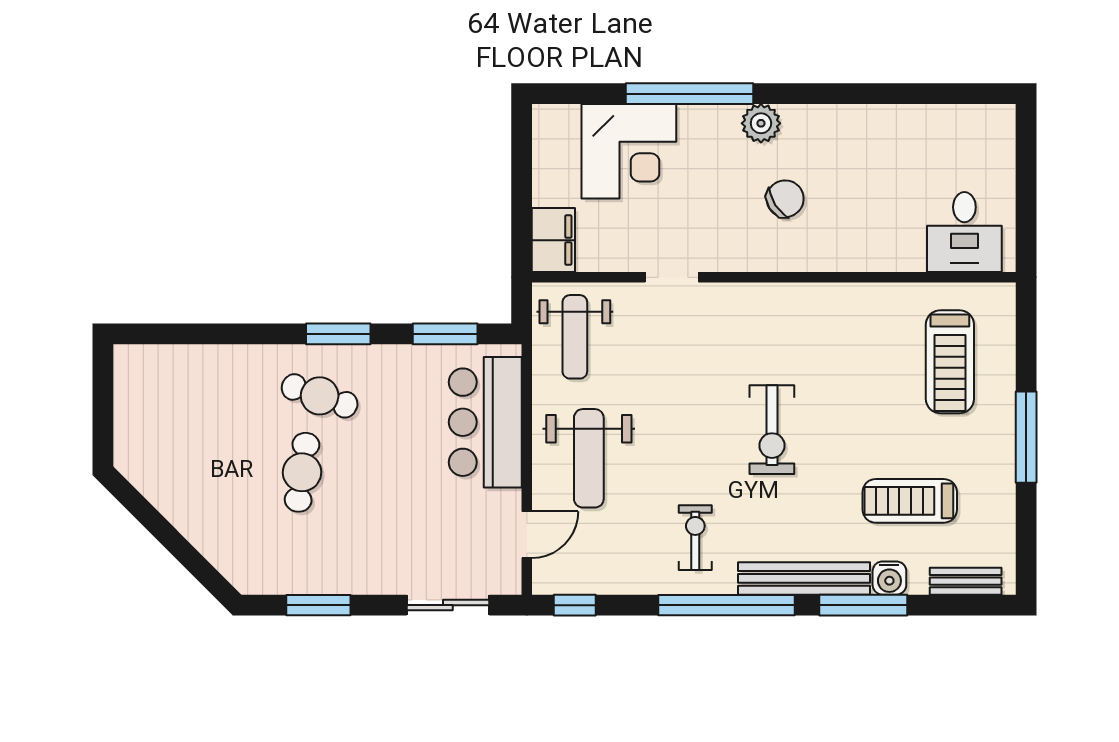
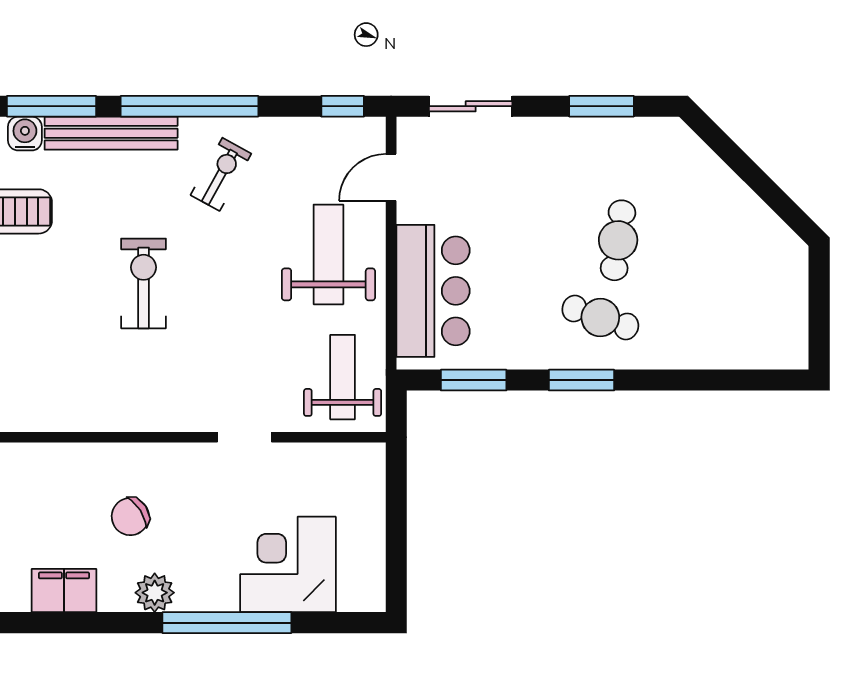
filing cabinet: (553, 240) -> (64, 591), moved, turned 90
exercise bike: (695, 538) -> (221, 174), turned -151

